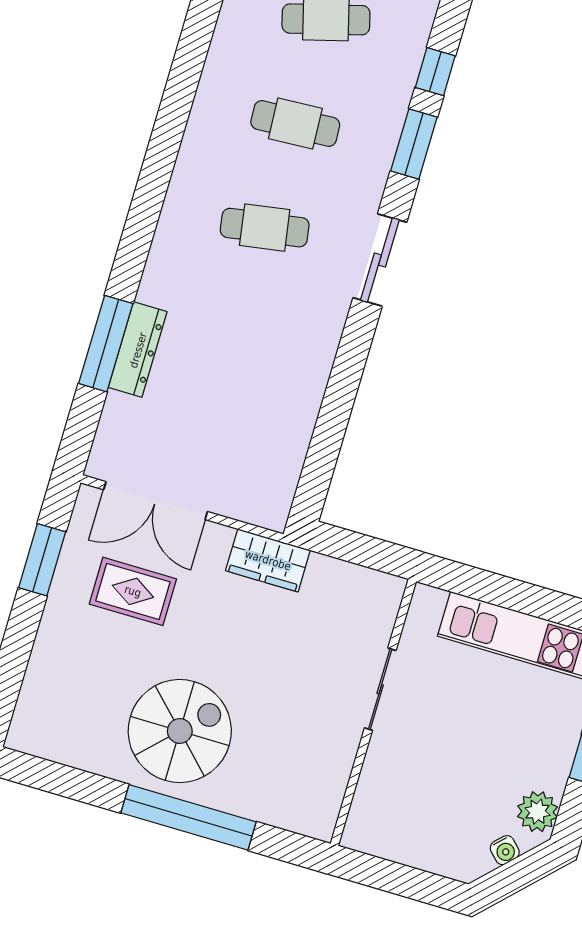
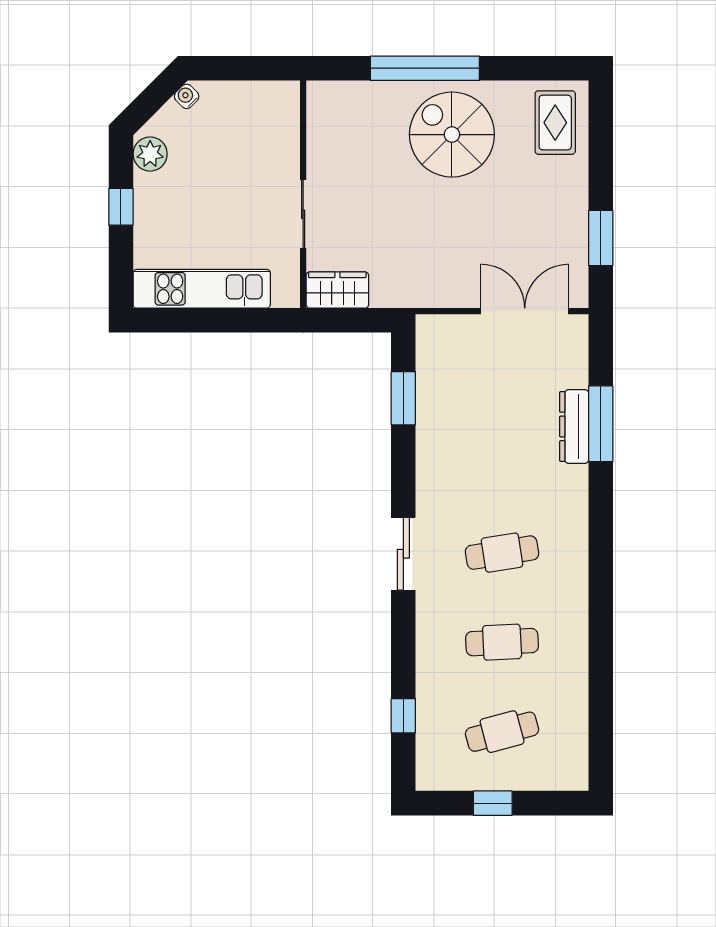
window: (414, 144) -> (403, 398), moved
wardrobe: (268, 560) -> (337, 290), moved
rug: (133, 591) -> (555, 123), moved, turned 90
spiral stairs: (180, 731) -> (452, 135), turned 90
water cooler: (505, 850) -> (187, 96), moved

